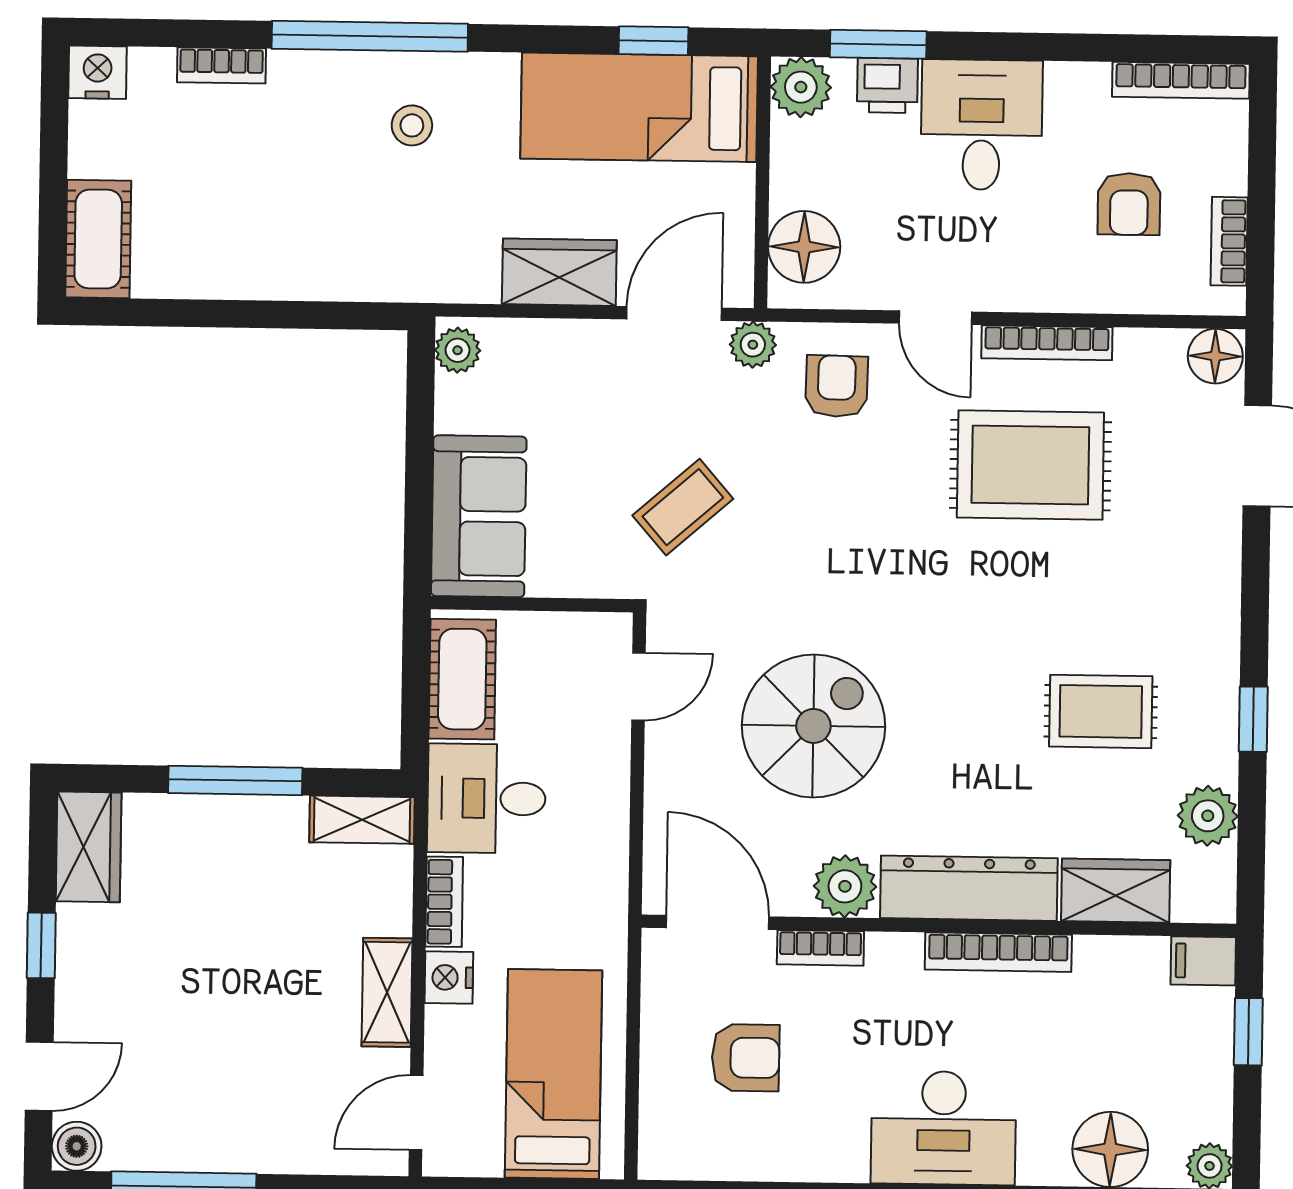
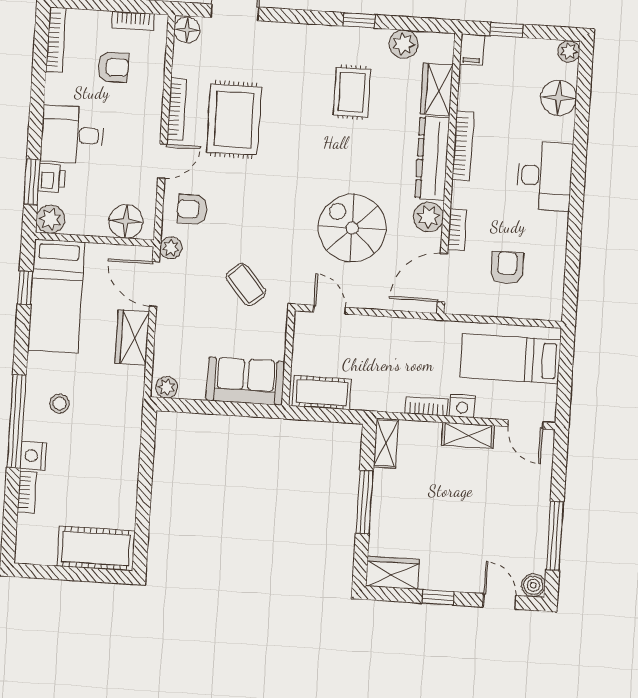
nightstand: (98, 72) -> (33, 456), moved
cot: (98, 239) -> (96, 548), width x1.37, depth x1.34
desk: (487, 798) -> (379, 384), removed

